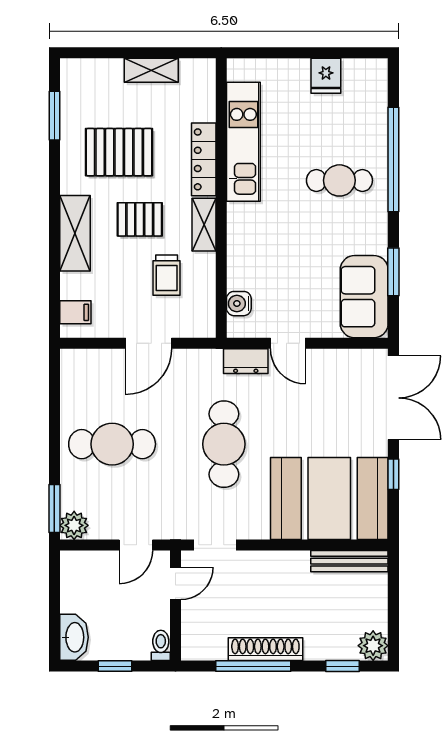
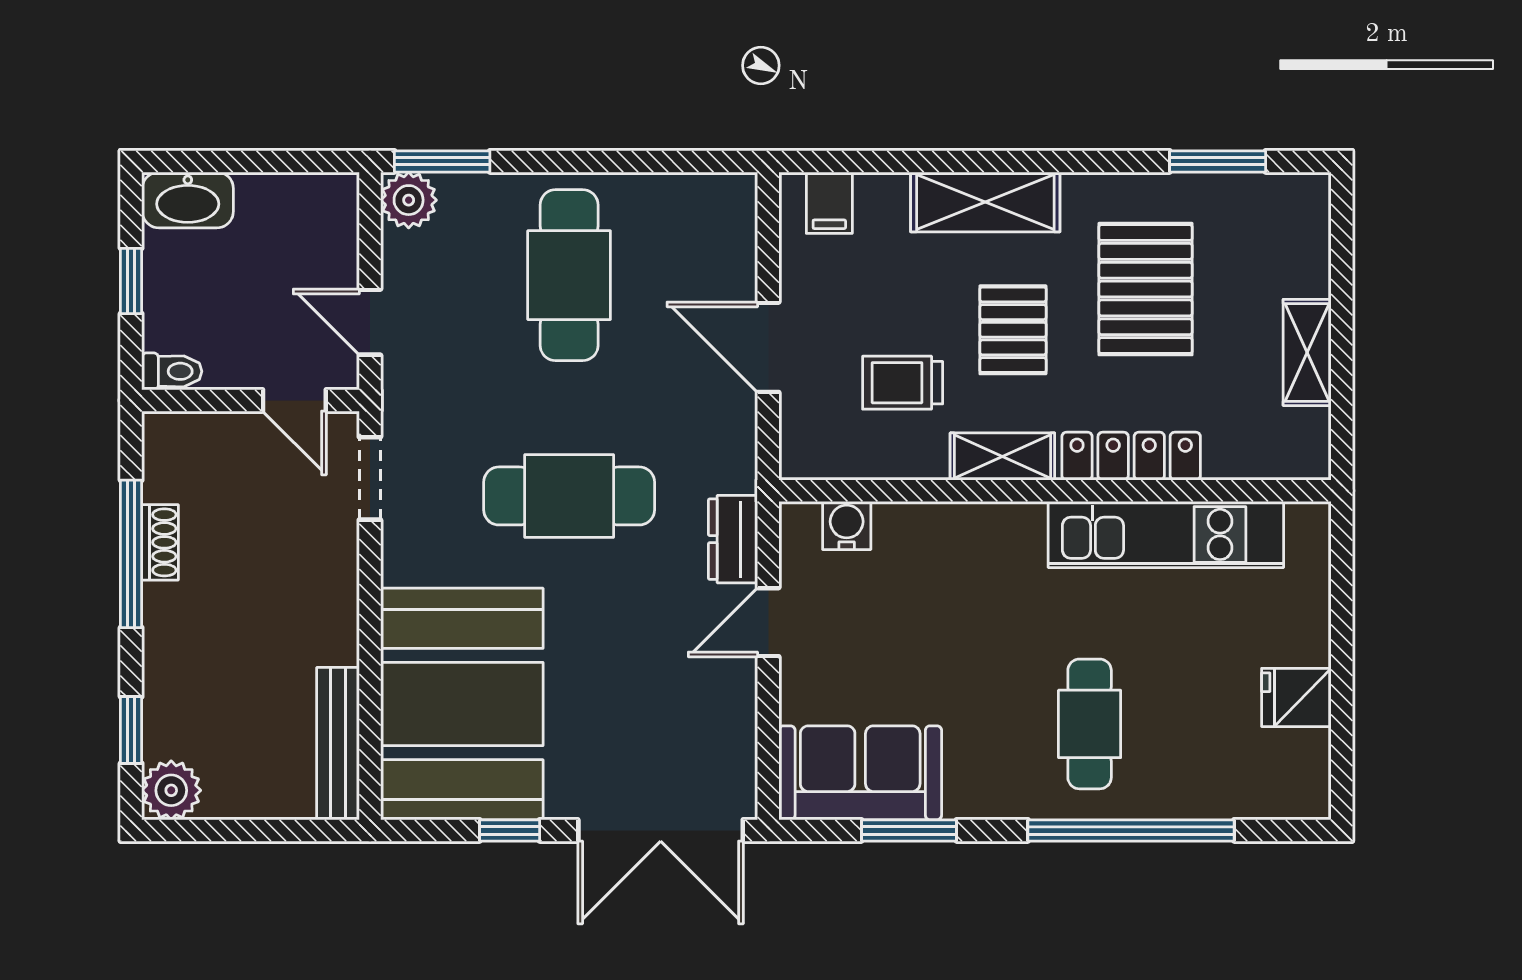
shoe rack: (265, 649) -> (160, 542), width x0.51, depth x0.81

